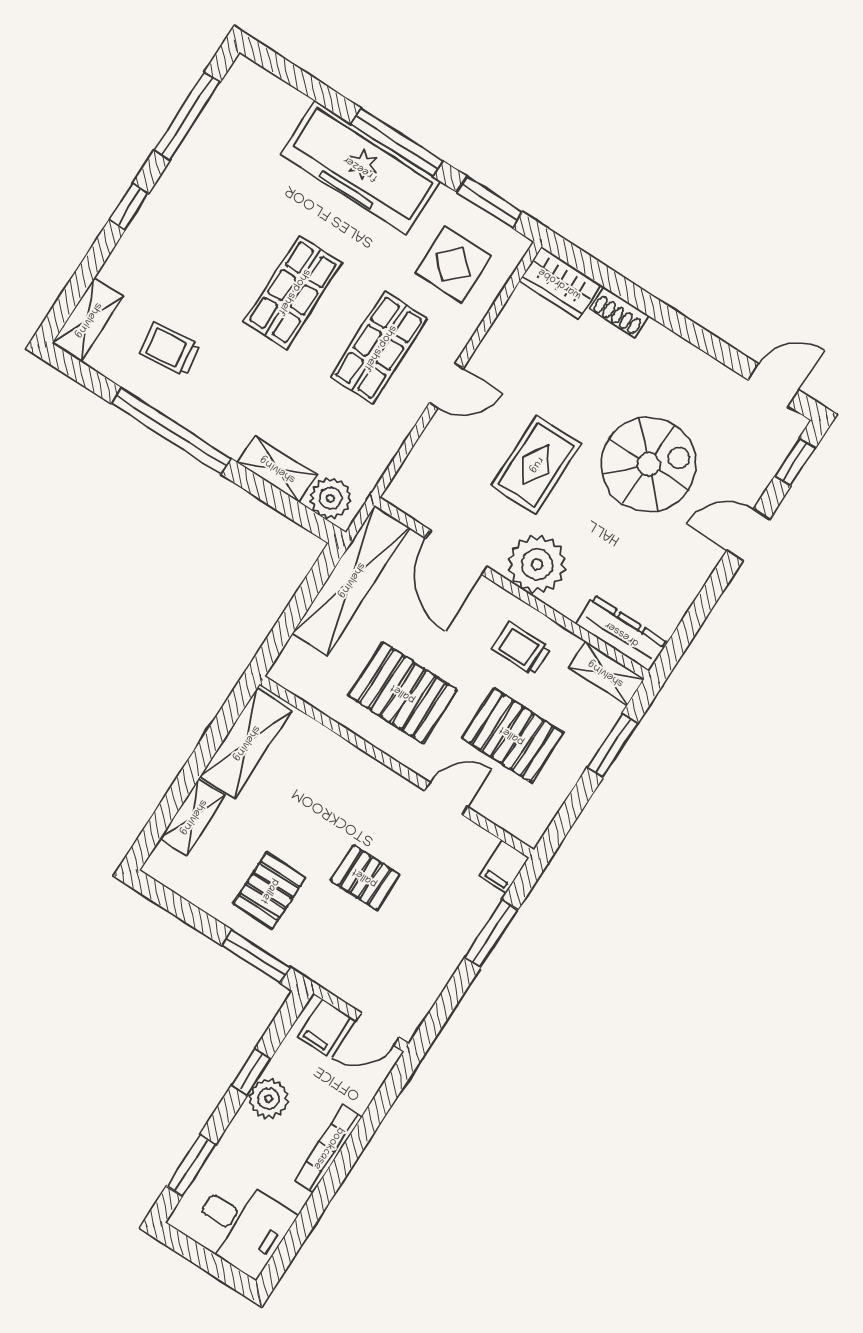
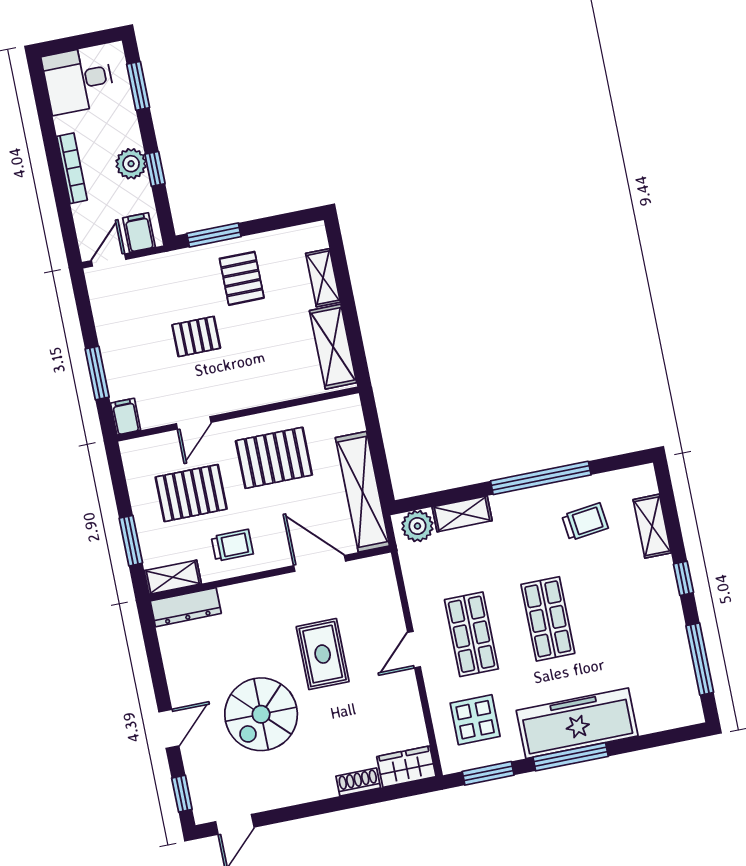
shelving: (88, 320) -> (652, 526), moved
plant: (537, 564) -> (269, 600), removed

